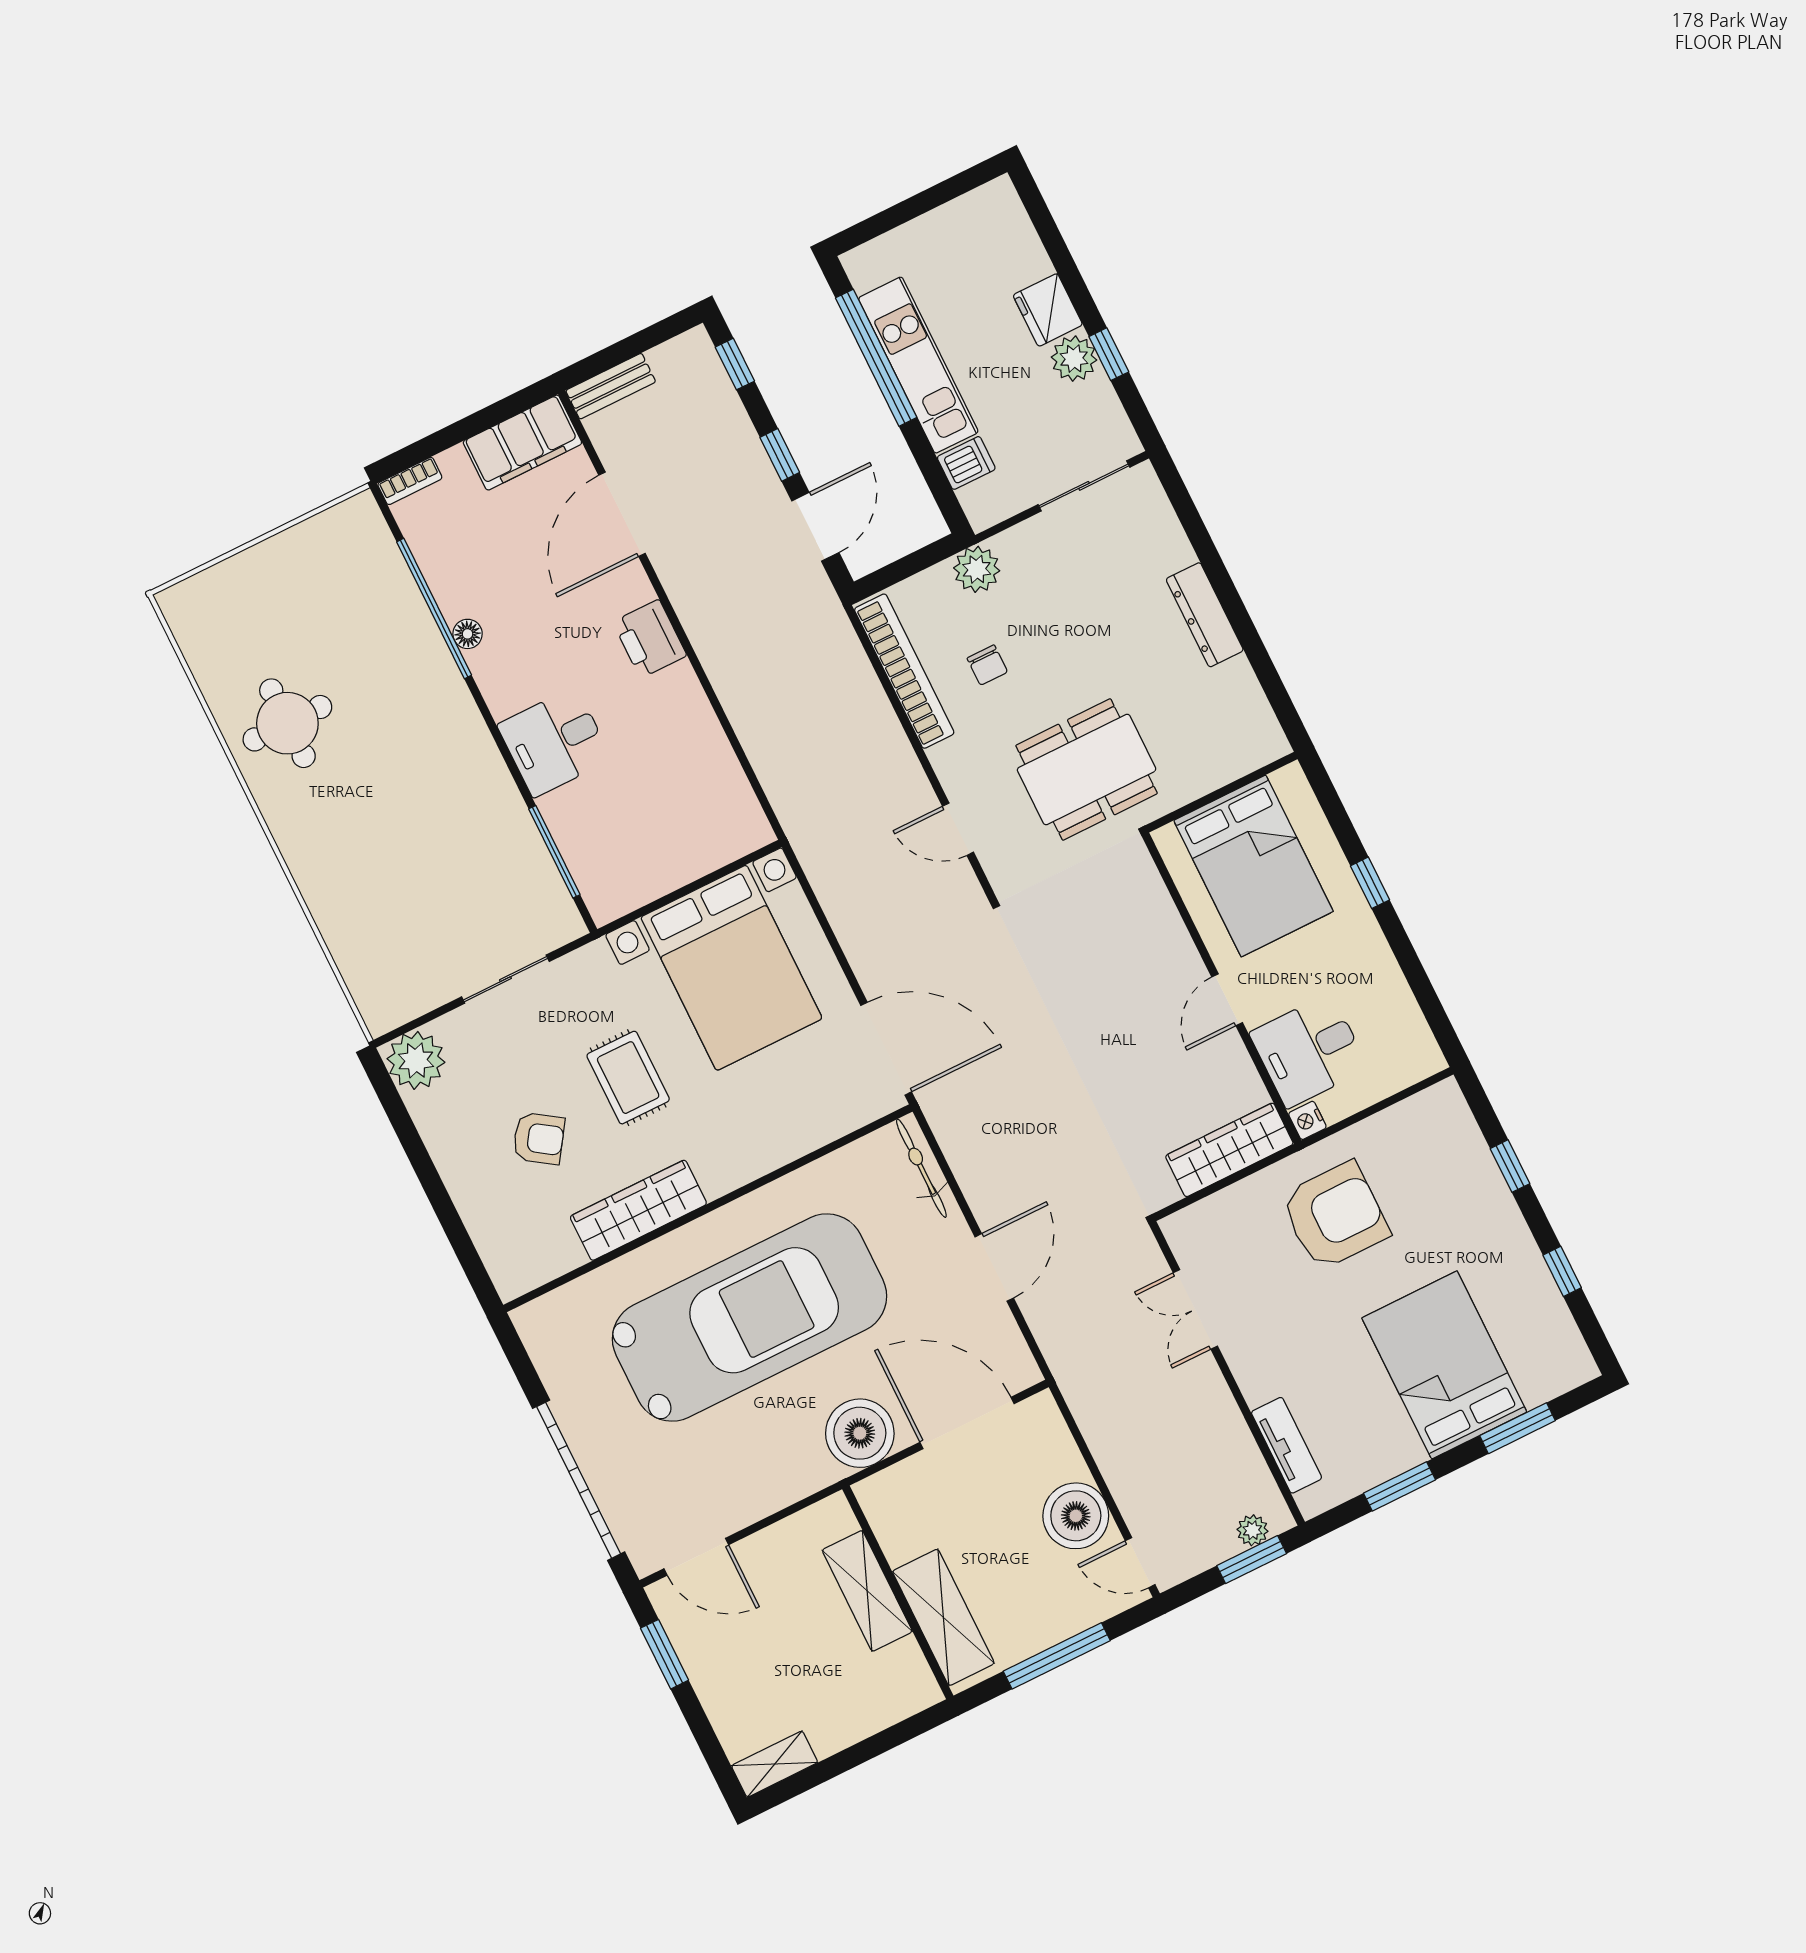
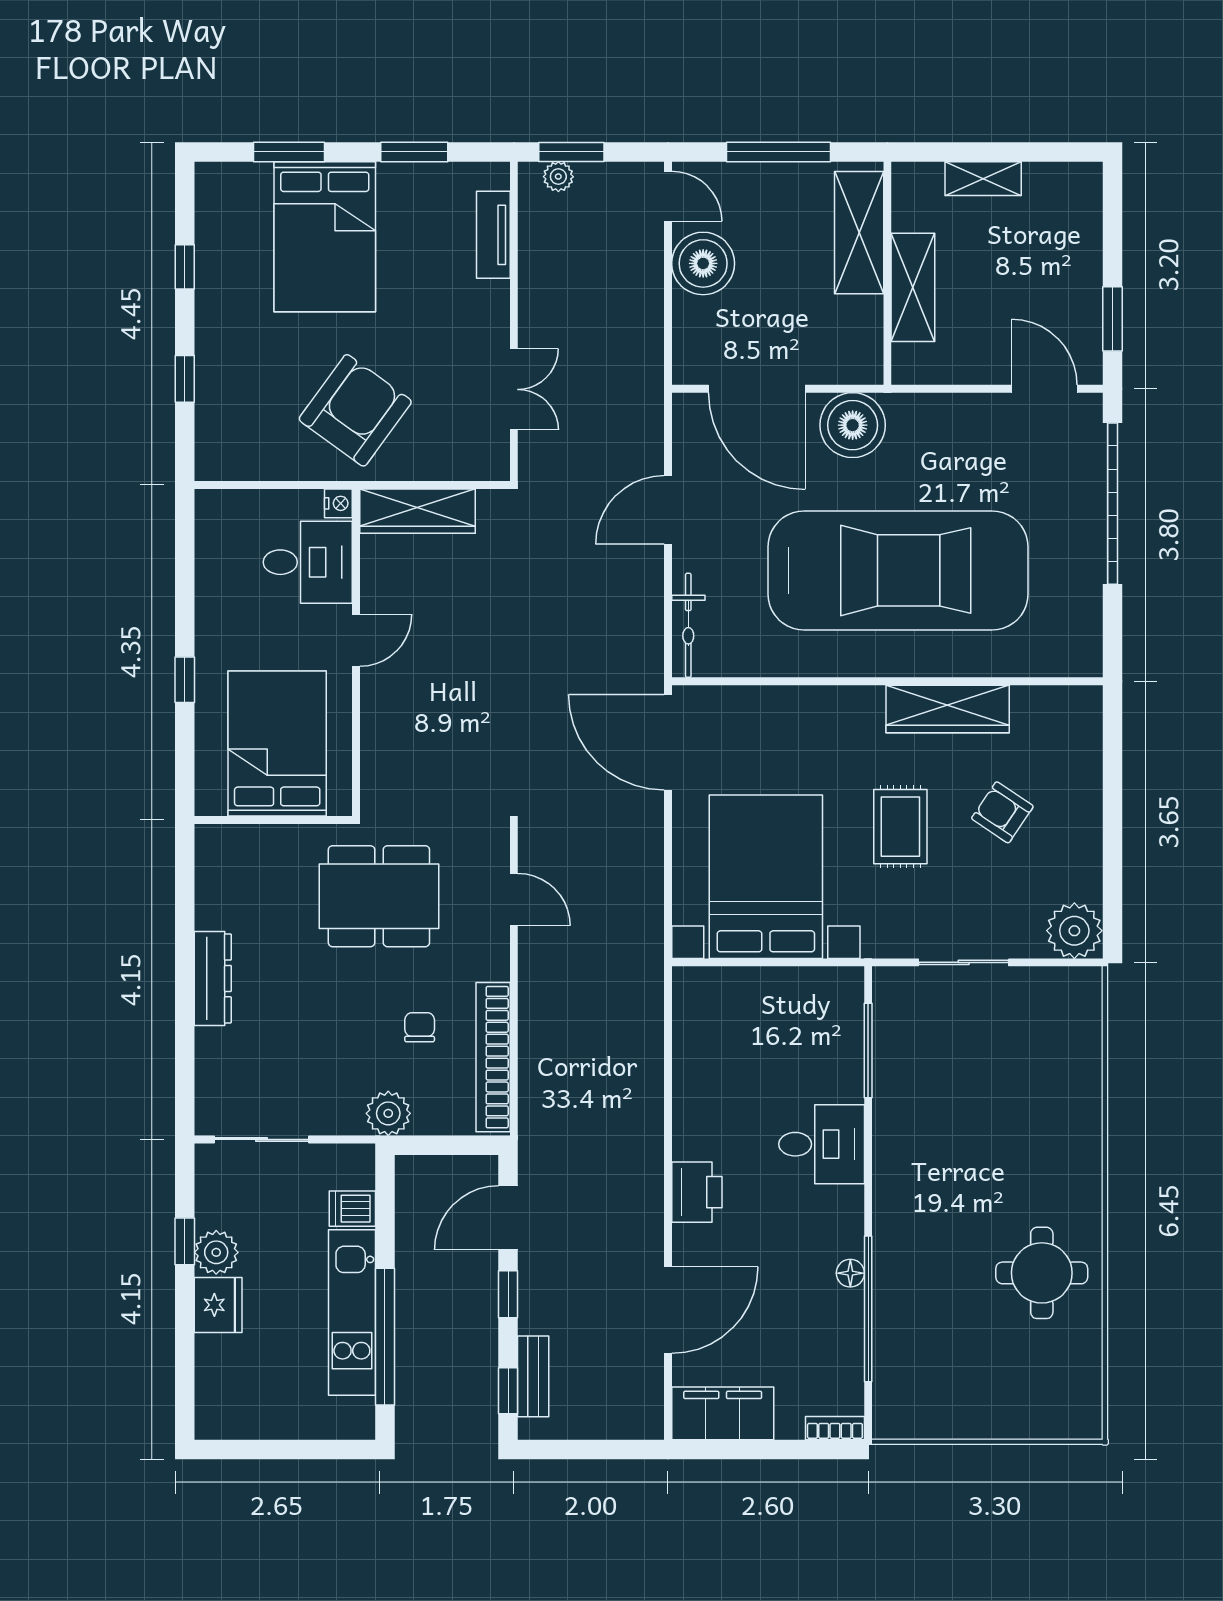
bench: (611, 386) -> (533, 1376), moved, turned 90
armchair: (1335, 1216) -> (355, 410), turned 126
car: (749, 1318) -> (898, 570), turned 180
shelving: (775, 1764) -> (983, 179), moved

